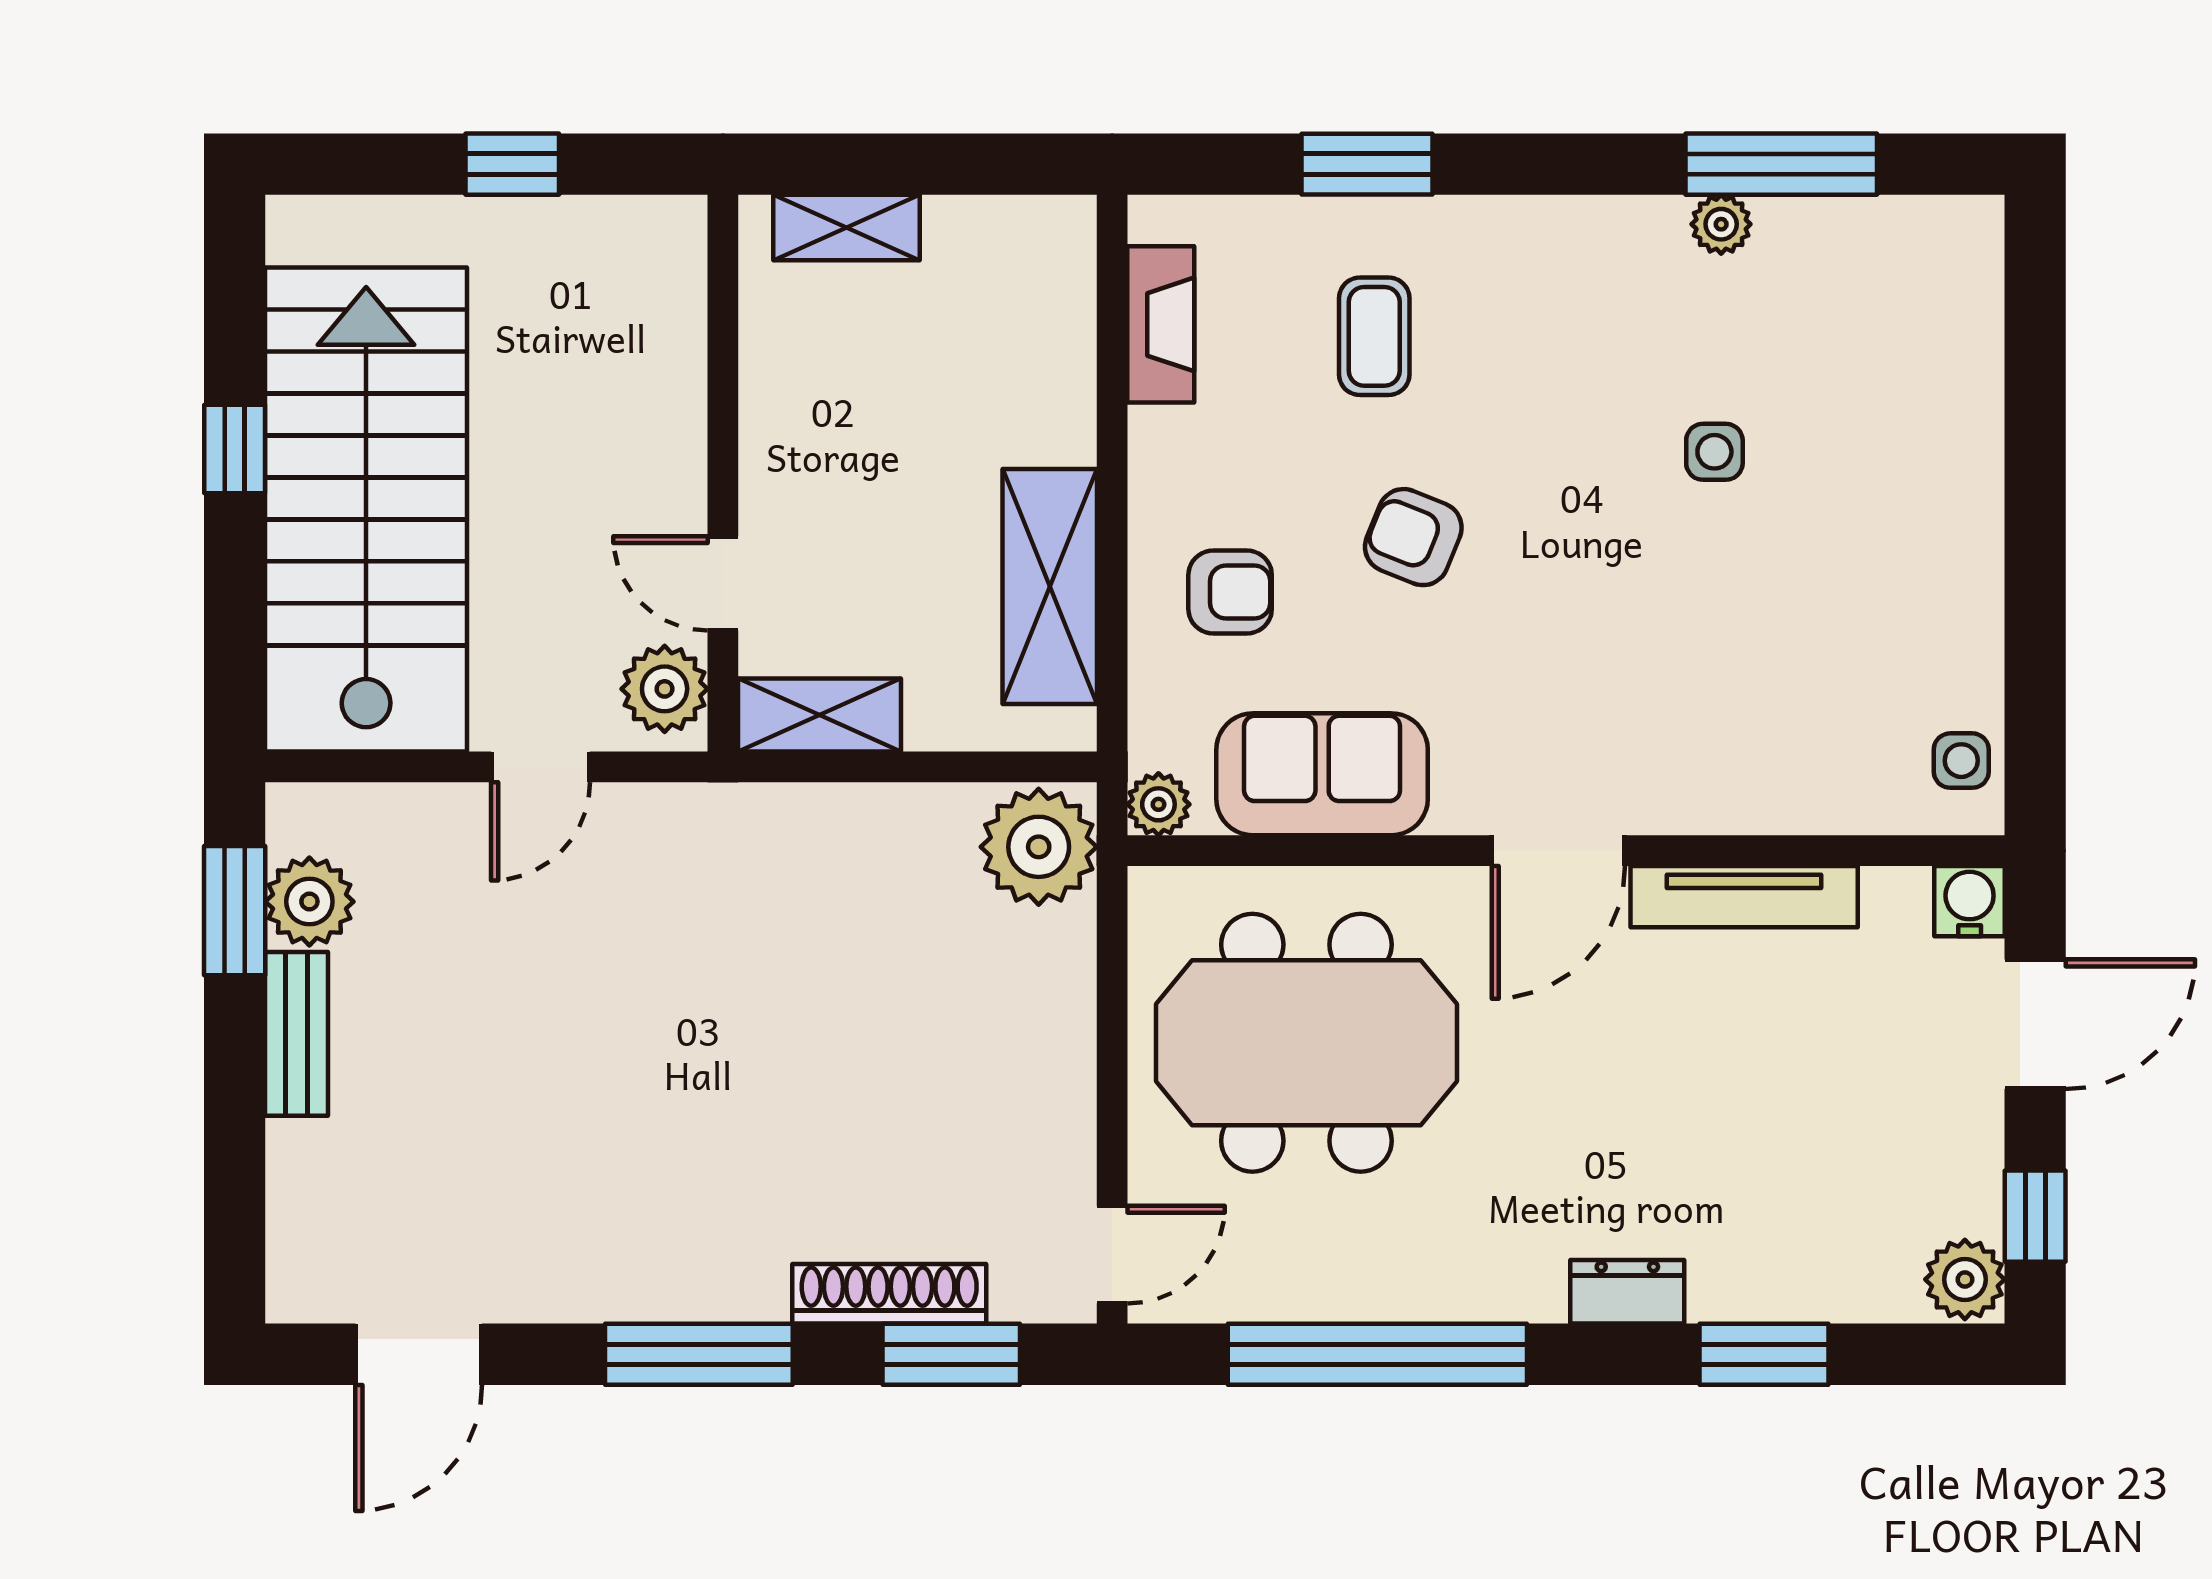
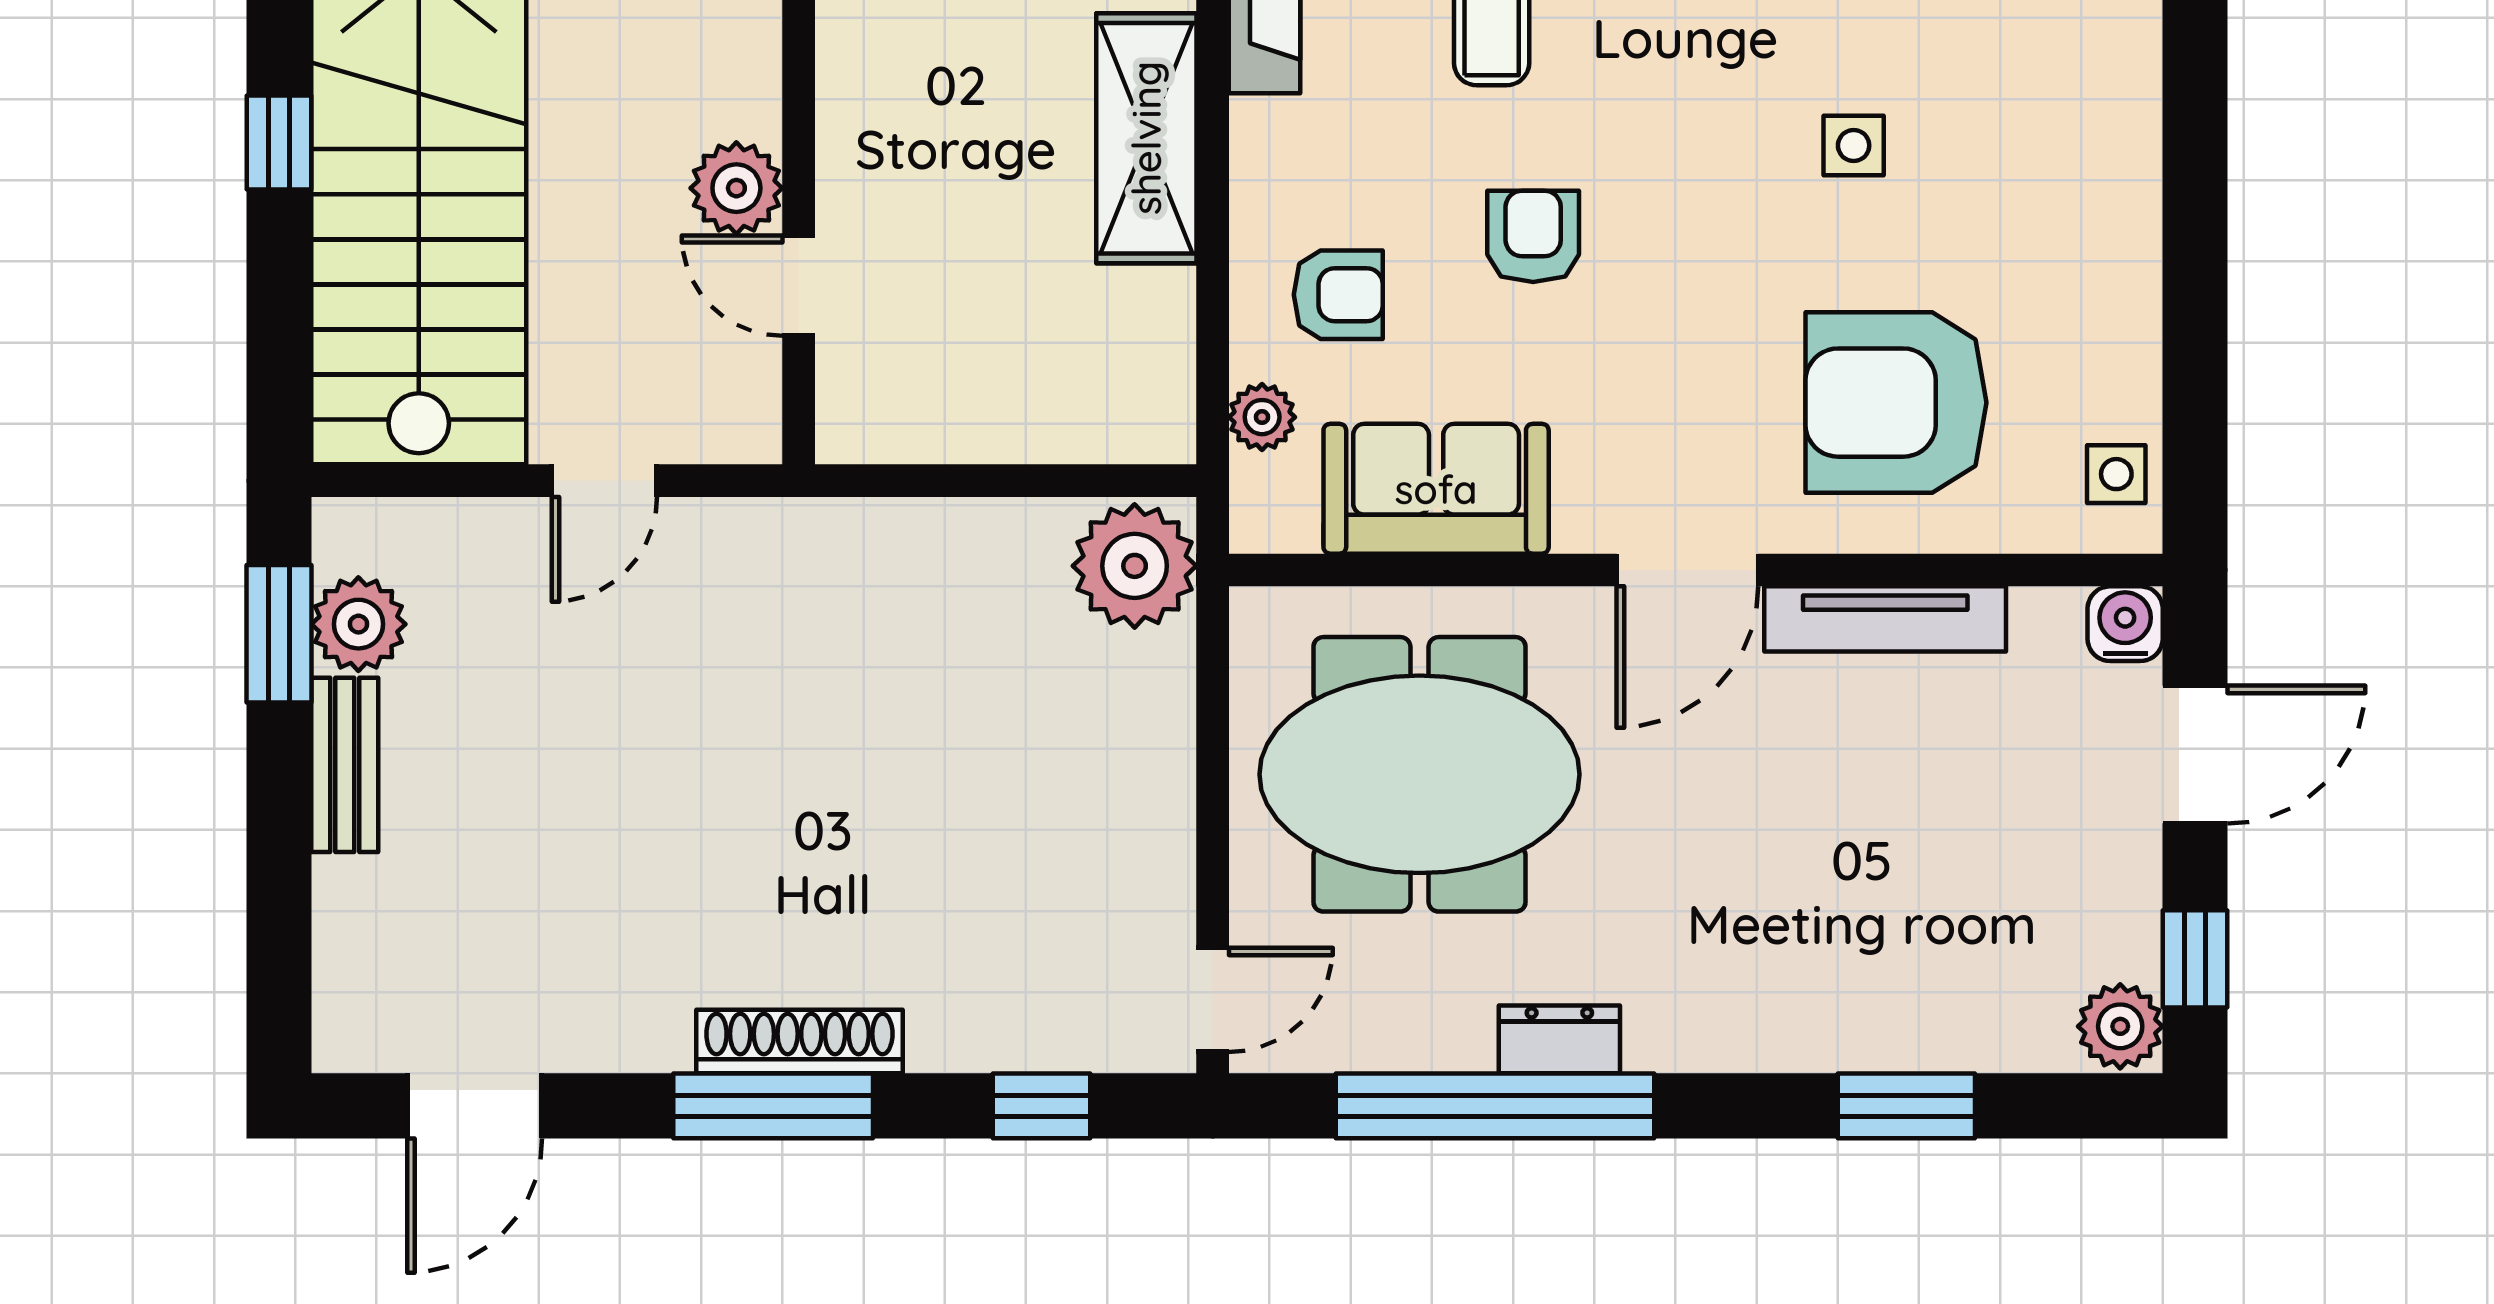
armchair: (1413, 537) -> (1533, 236), turned 68
shelving: (1050, 587) -> (1146, 138), moved
plant: (665, 689) -> (736, 188), moved
armchair: (1754, 693) -> (1896, 403), added
shelving: (820, 715) -> (901, 425), removed
plant: (1158, 804) -> (1262, 417), moved
dresser: (1627, 1292) -> (1559, 1039), moved
shoe rack: (889, 1294) -> (799, 1042), moved
window: (951, 1354) -> (1041, 1106), width x0.67

